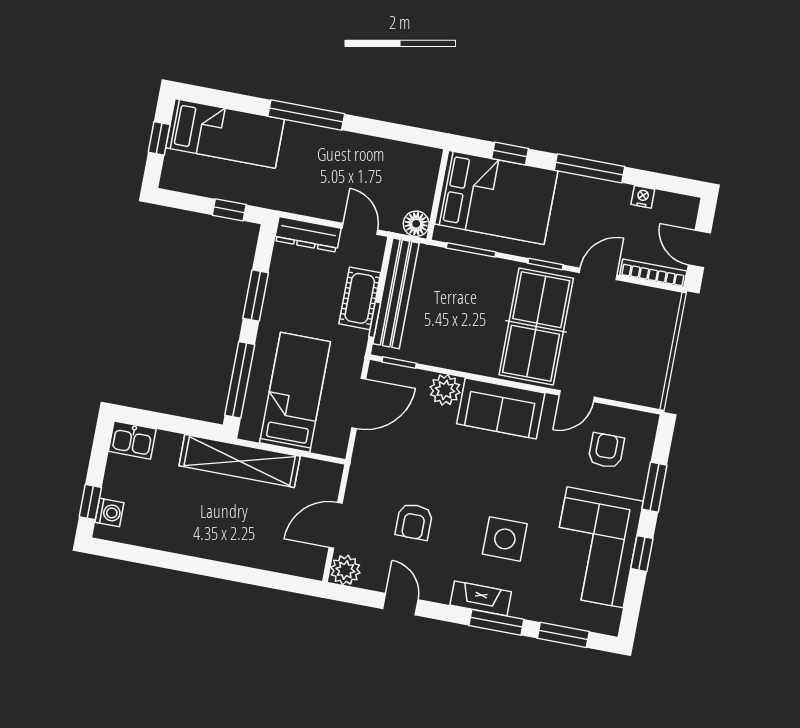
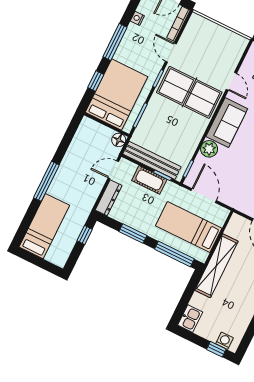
window: (159, 138) -> (37, 261), removed

